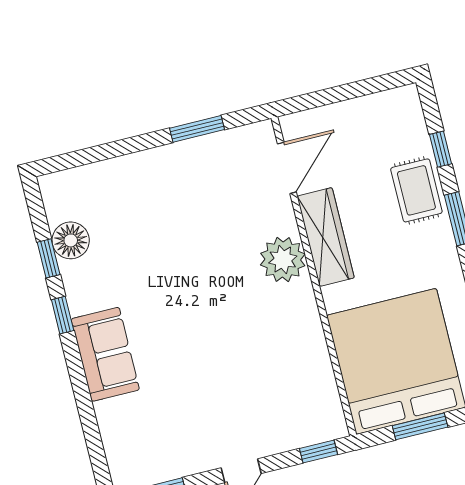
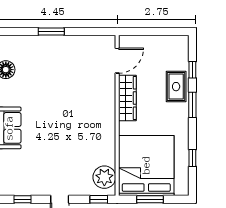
window: (197, 129) -> (51, 31), moved
plant: (283, 259) -> (104, 177), moved

